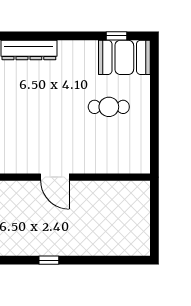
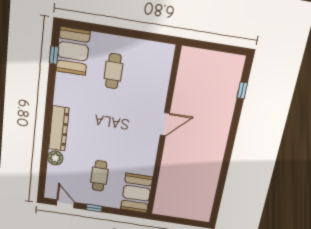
window: (49, 260) -> (242, 90), moved

